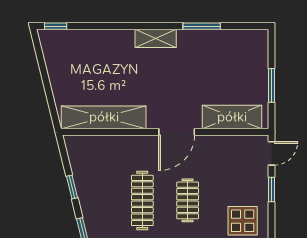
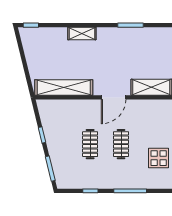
shelving: (156, 38) -> (82, 33), moved
clothes rail: (142, 200) -> (90, 144), width x0.73

